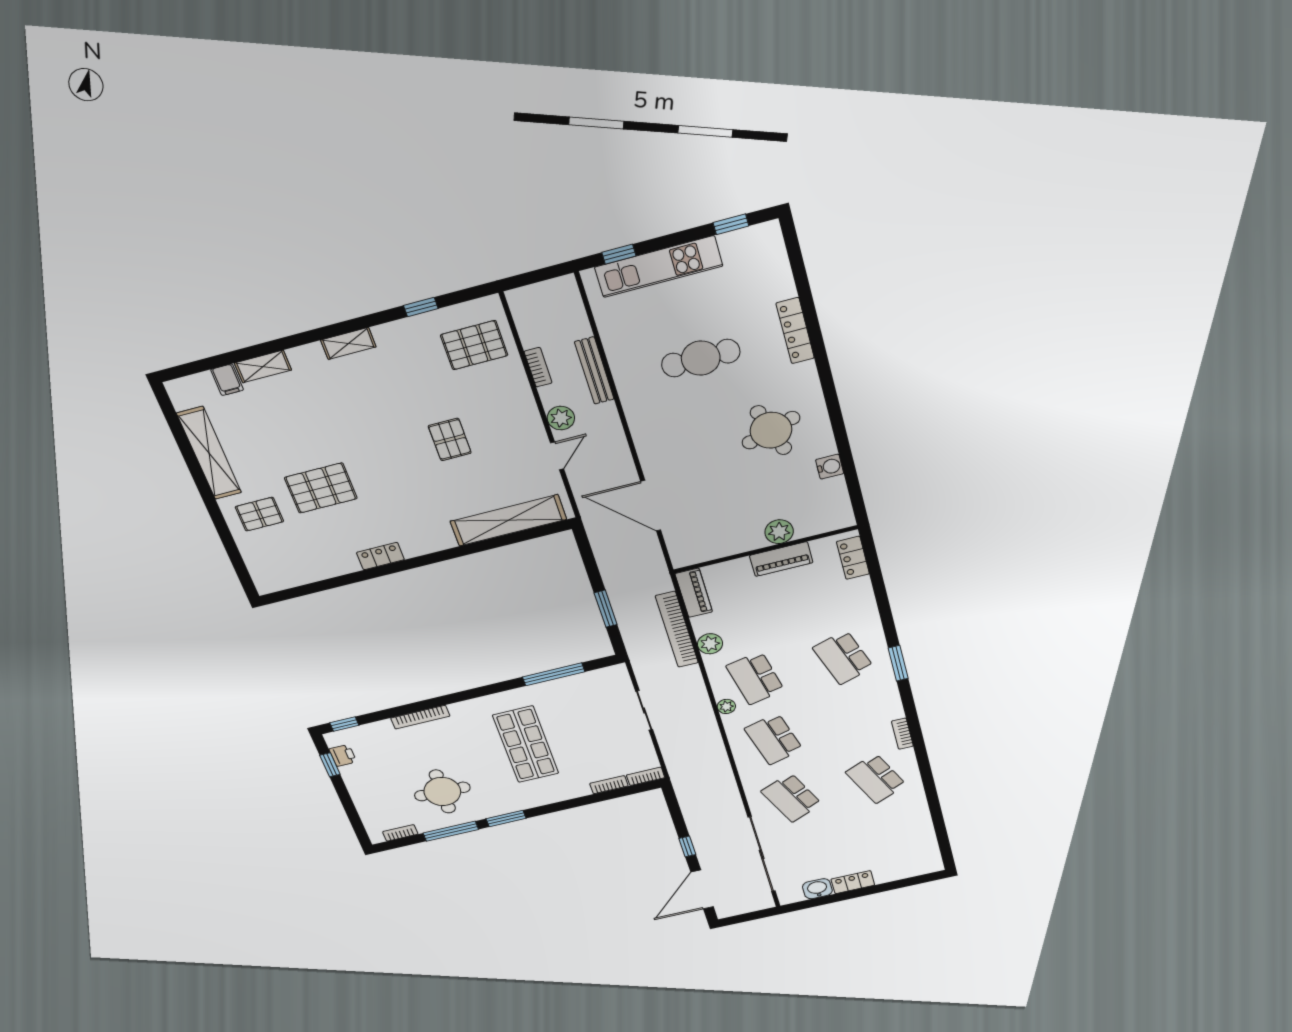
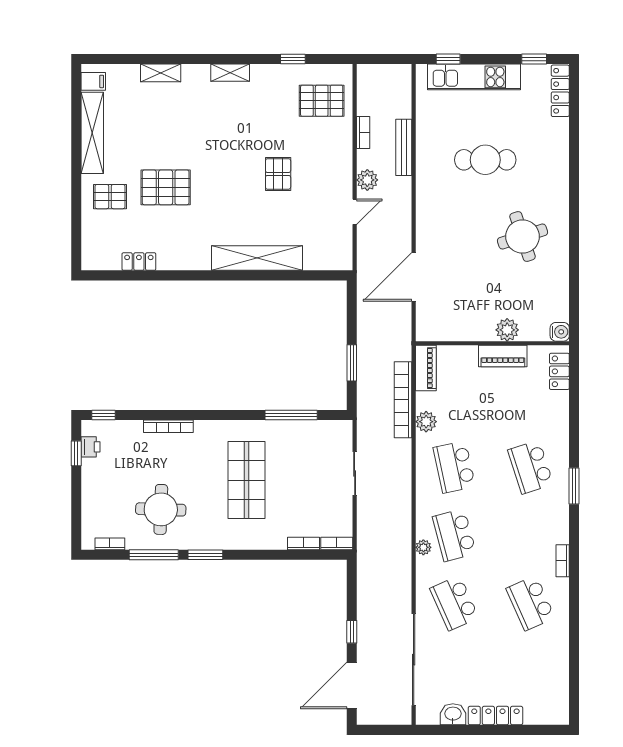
locker: (795, 331) -> (560, 91), moved
filing cabinet: (227, 380) -> (93, 81), moved, turned -90
water cooler: (830, 467) -> (560, 332), moved
door: (651, 506) -> (414, 277), hinge flipped
shelving: (508, 520) -> (257, 258), moved
locker: (380, 556) -> (139, 262), moved
plant: (726, 706) -> (423, 547), moved
locker: (853, 882) -> (495, 716), width x1.53

